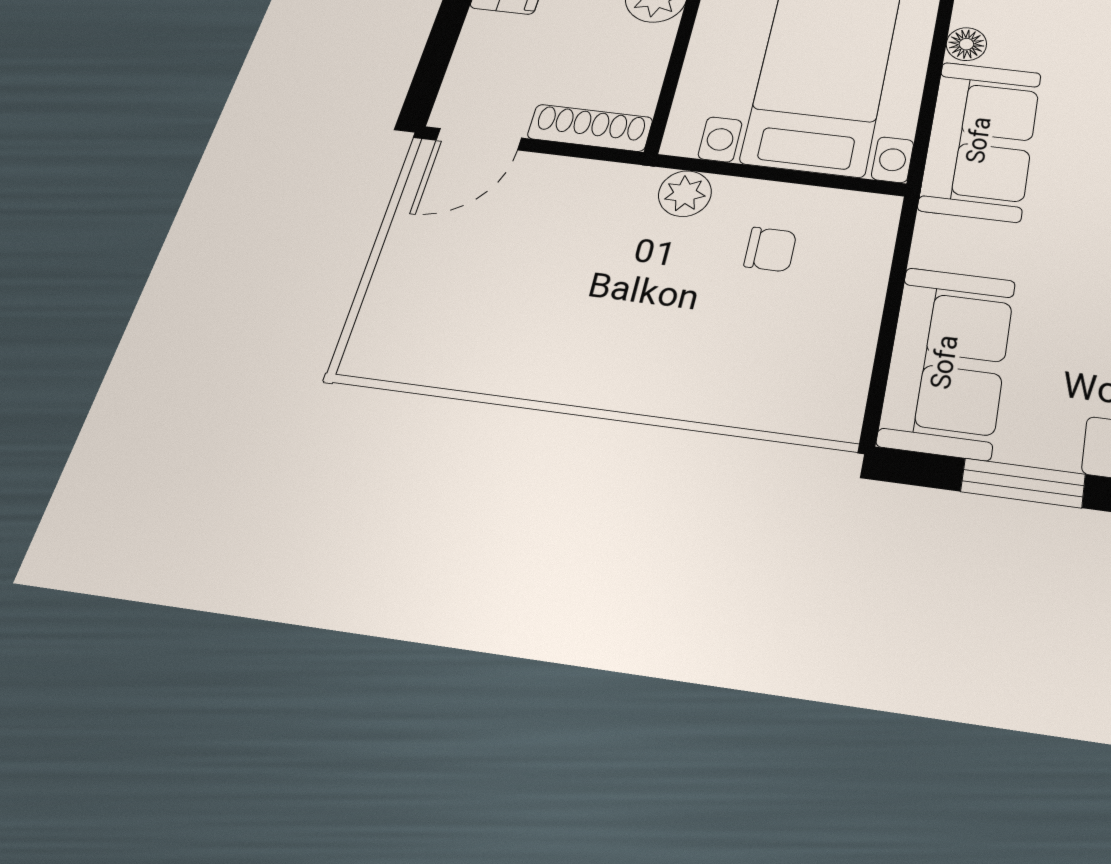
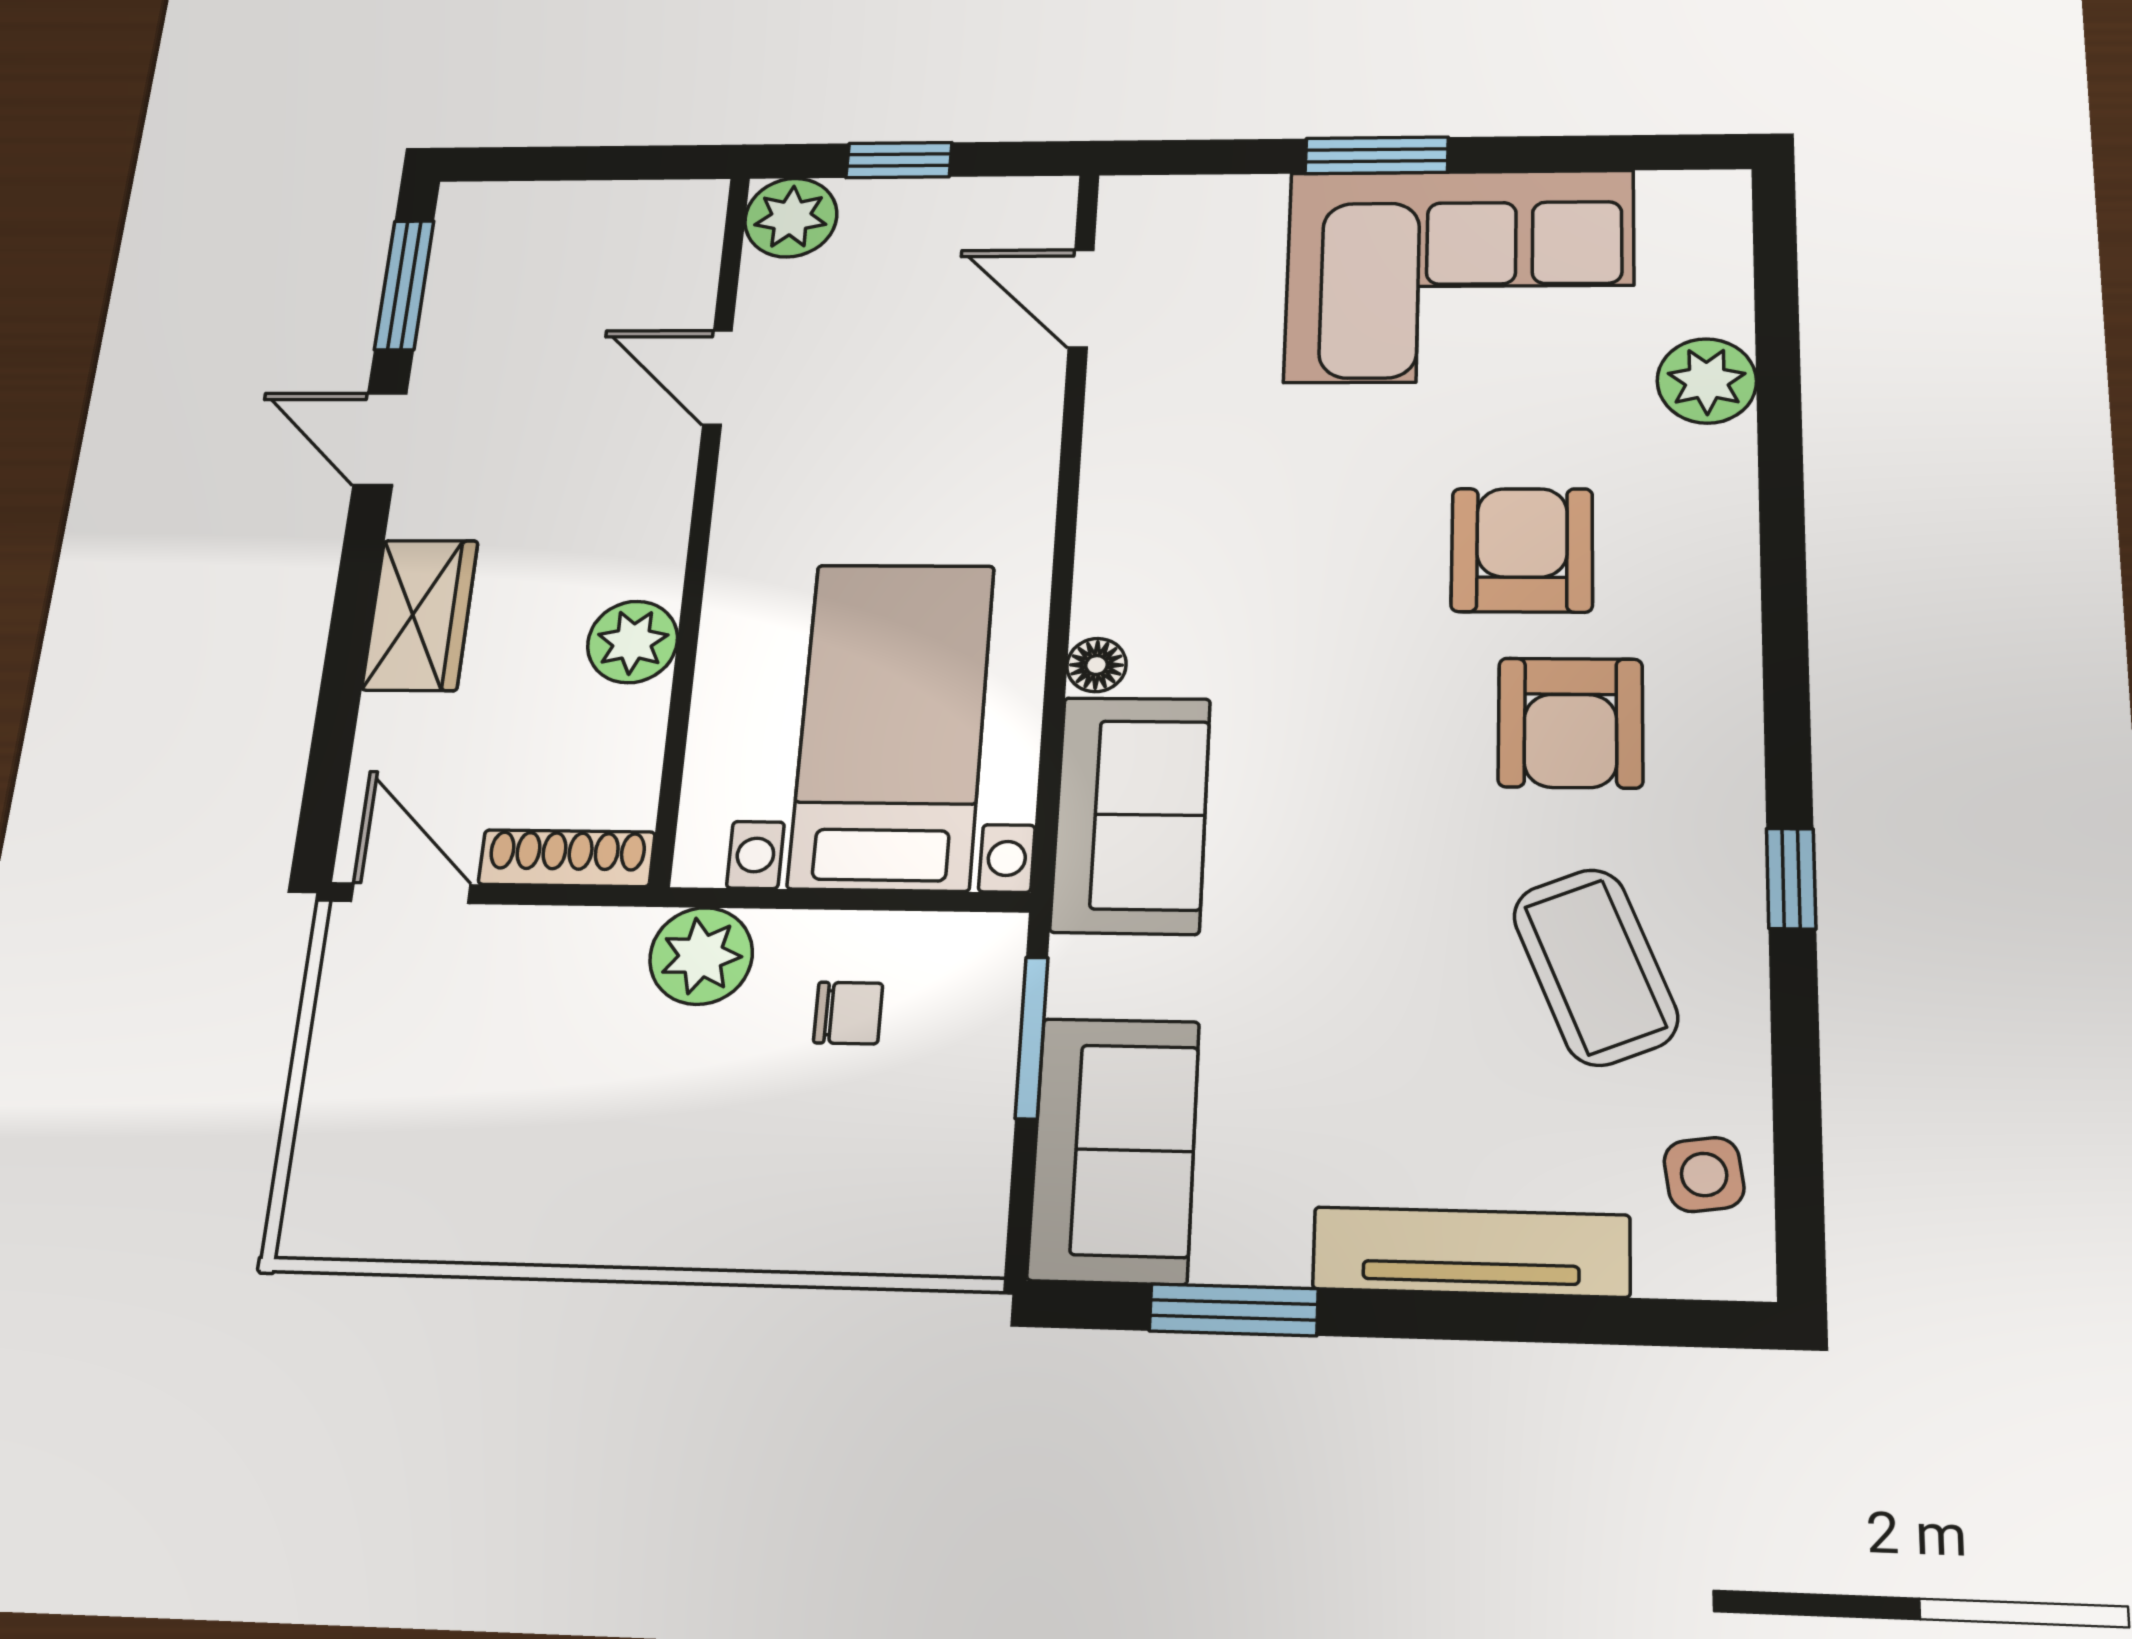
door: (479, 139) -> (411, 893), swing flipped
plant: (685, 194) -> (701, 956), width x1.38, depth x1.38
window: (897, 279) -> (1032, 1037), added

